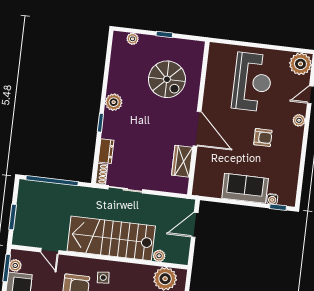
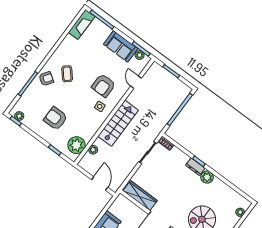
dresser: (106, 151) -> (195, 167), moved
wardrobe: (182, 161) -> (140, 196), width x1.50
stairs: (111, 238) -> (118, 123), width x0.73, depth x0.66
door: (50, 251) -> (136, 82), hinge flipped

